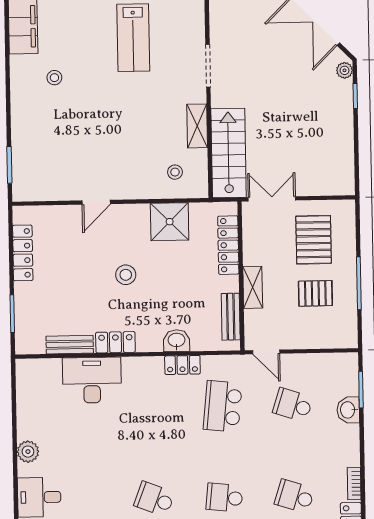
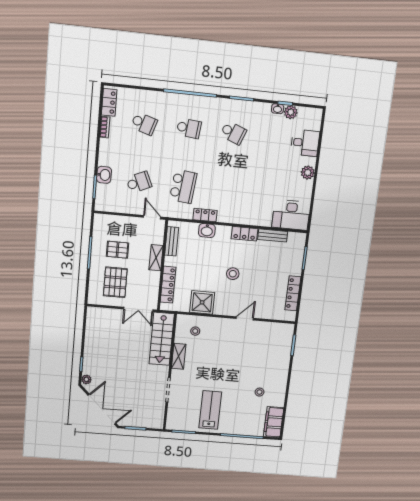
desk: (92, 380) -> (291, 215), moved
school desk: (293, 405) -> (139, 182), turned -42

